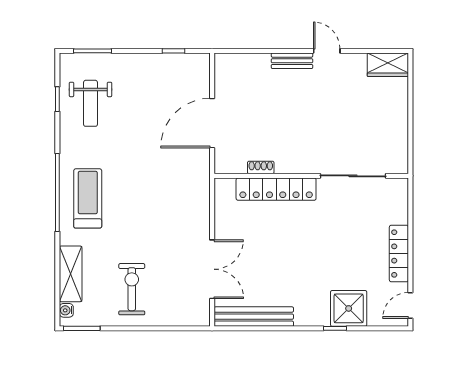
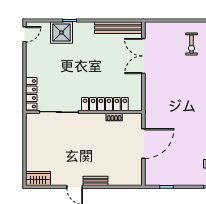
locker: (399, 254) -> (31, 94), moved
exercise bike: (132, 289) -> (191, 44), width x0.73, depth x0.72

